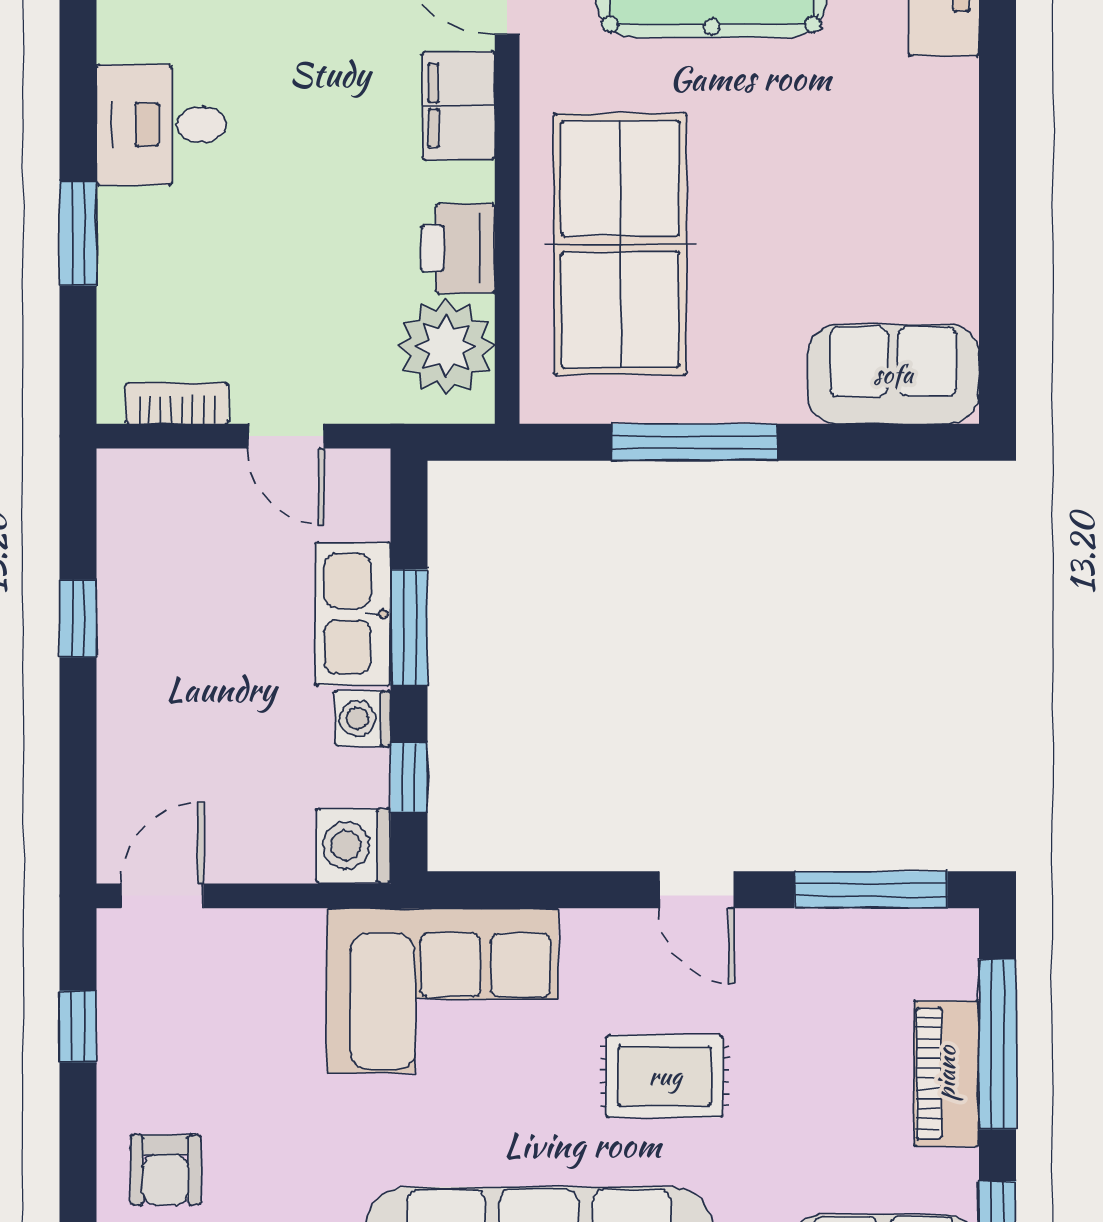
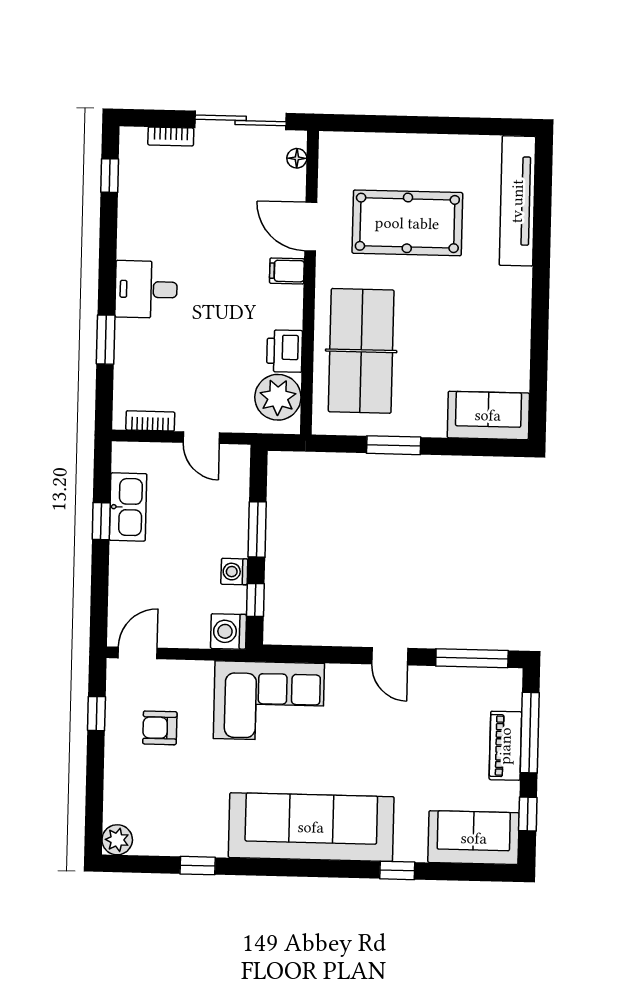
filing cabinet: (459, 106) -> (287, 271), width x0.50
window: (694, 442) -> (394, 445), width x0.69
kitchen sink: (353, 614) -> (128, 507), moved, turned 180
rug: (665, 1076) -> (372, 744), removed
armchair: (166, 1170) -> (160, 728), moved, turned 90

